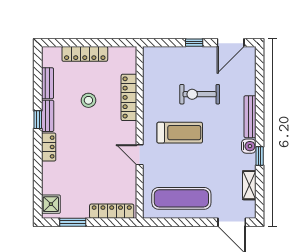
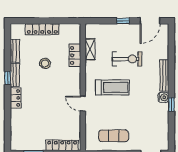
exercise bike: (200, 94) -> (127, 59), turned 180
locker: (129, 97) -> (75, 55), width x0.66
shelving: (249, 185) -> (90, 49), moved
exercise mat: (181, 198) -> (114, 136), width x0.73, depth x0.69
shower: (51, 204) -> (17, 140), removed

